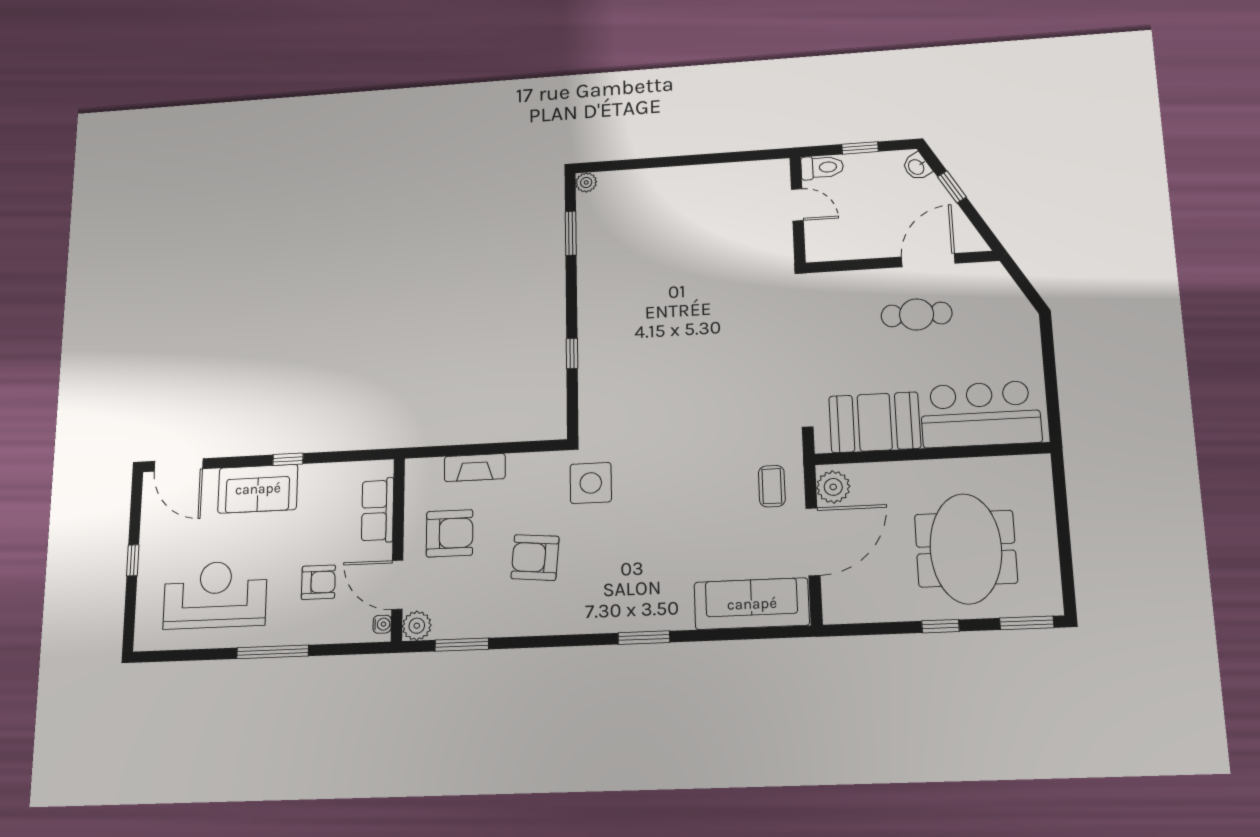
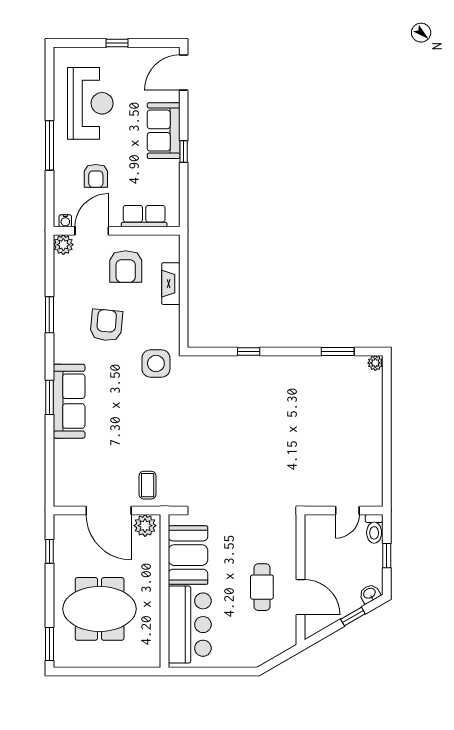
coffee table: (772, 486) -> (148, 485), turned 90
sofa: (752, 604) -> (69, 401), moved
window: (940, 626) -> (49, 551), moved
window: (462, 645) -> (49, 315), moved

